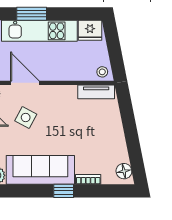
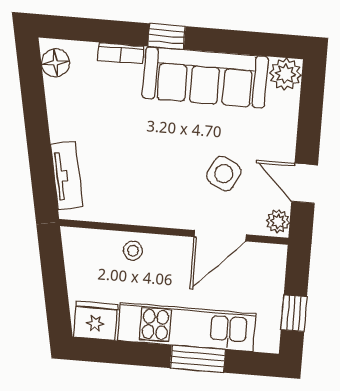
stool: (102, 72) -> (133, 251), moved
door: (25, 83) -> (220, 236), hinge flipped
tv unit: (96, 92) -> (67, 175), moved, turned 79

